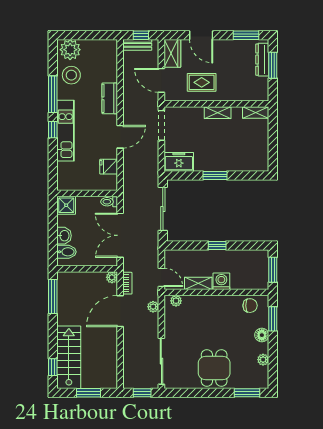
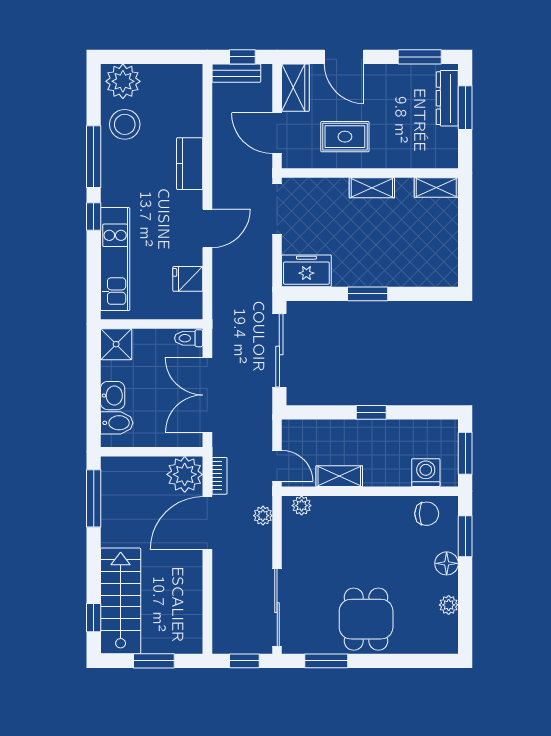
kitchen unit: (66, 131) -> (115, 259), moved
plant: (112, 277) -> (185, 474), width x1.87, depth x1.87
washing machine: (221, 281) -> (426, 473), moved
window: (247, 393) -> (326, 661), moved

